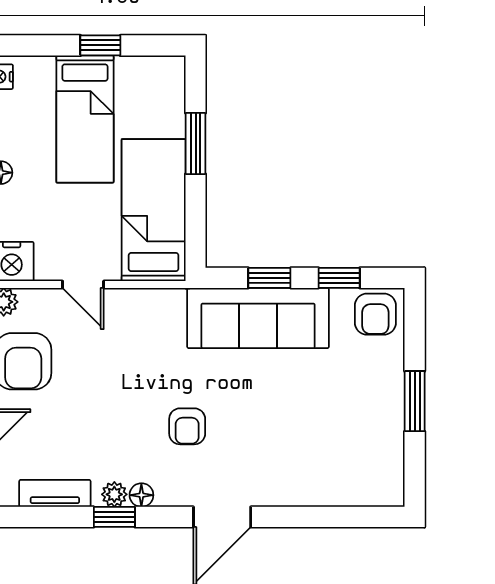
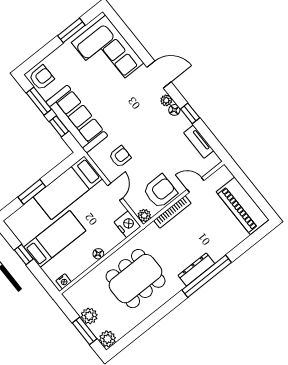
window: (339, 278) -> (39, 101), width x1.50
window: (415, 401) -> (71, 30), moved
armchair: (187, 426) -> (120, 157), moved
corner sofa: (328, 459) -> (108, 53), added
plant: (114, 494) -> (166, 100), moved

